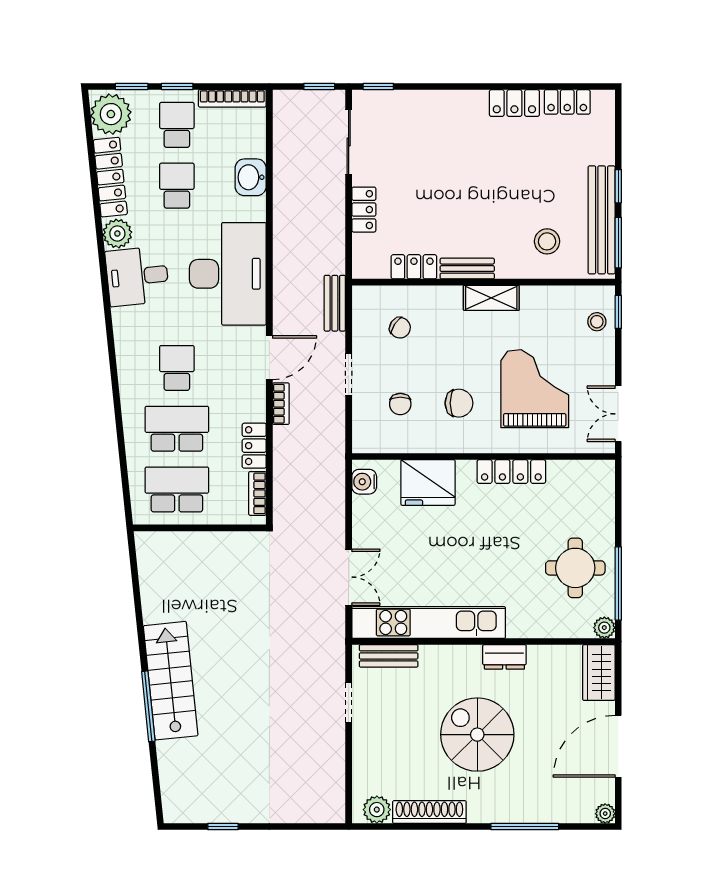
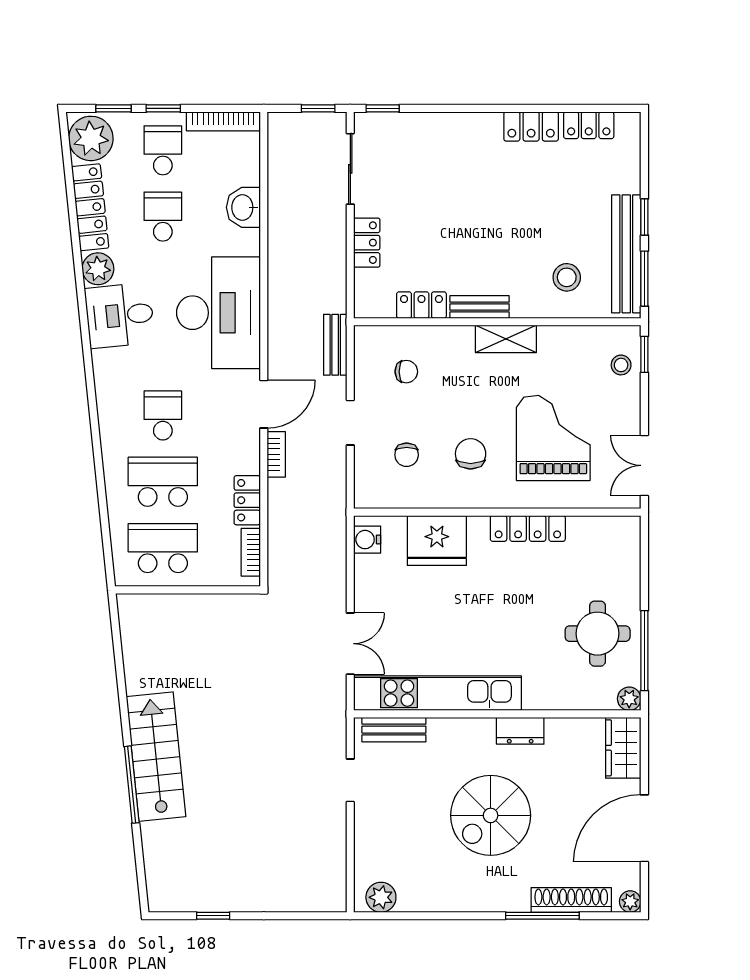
chair: (400, 328) -> (406, 372), turned -33
chair: (459, 403) -> (471, 454), turned -90
spiral stairs: (477, 735) -> (491, 815), turned -90
shoe rack: (429, 812) -> (571, 900), moved

